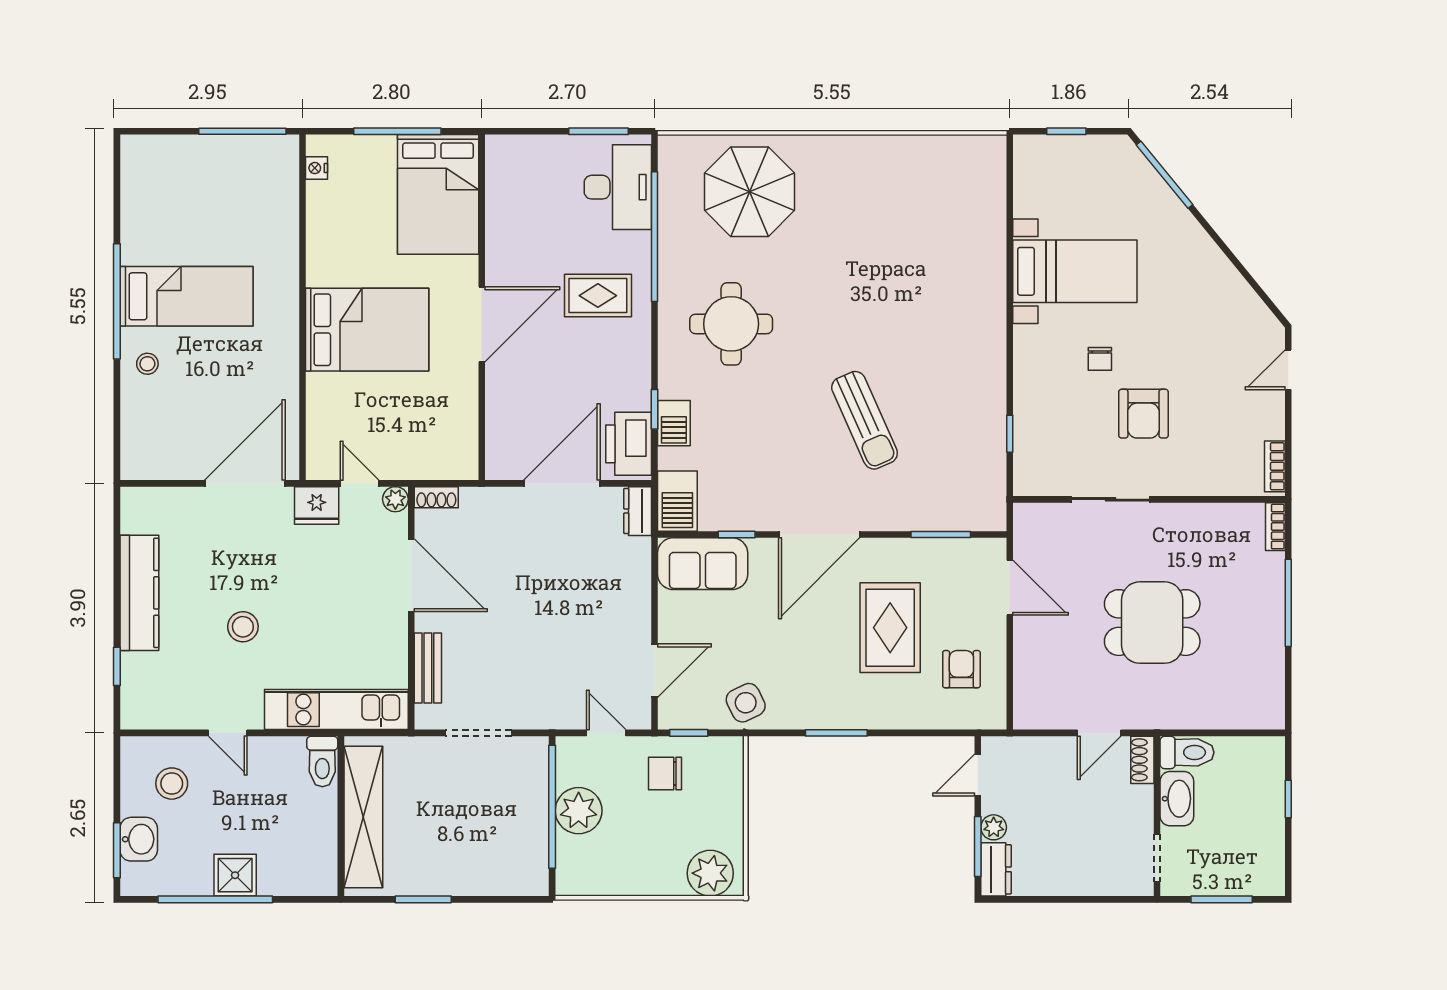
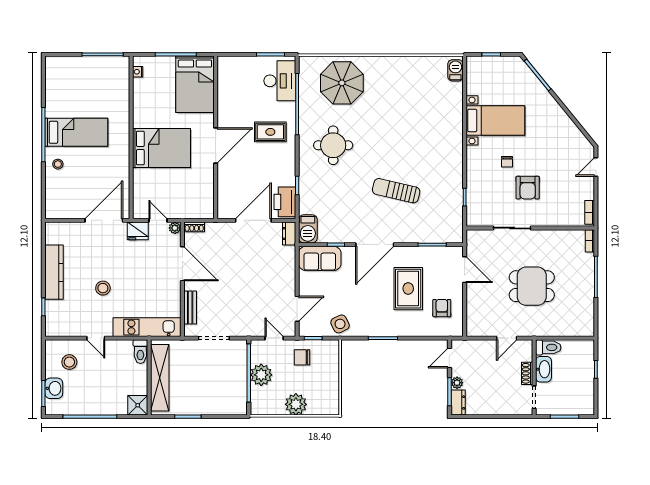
sun lounger: (865, 420) -> (396, 191), turned 127
barbecue: (674, 423) -> (455, 70), moved, turned 180
shoe rack: (1142, 760) -> (527, 373), moved
plant: (710, 873) -> (296, 404), moved
shower: (235, 875) -> (138, 405), moved

